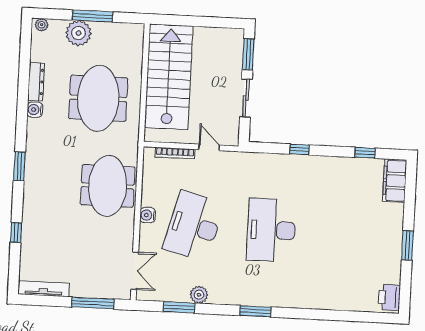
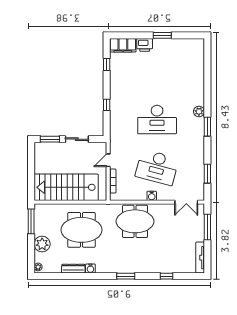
window: (93, 16) -> (31, 221), moved
double door: (135, 271) -> (186, 202), swing flipped
plant: (199, 295) -> (199, 112), moved
printer: (389, 297) -> (145, 45), moved

